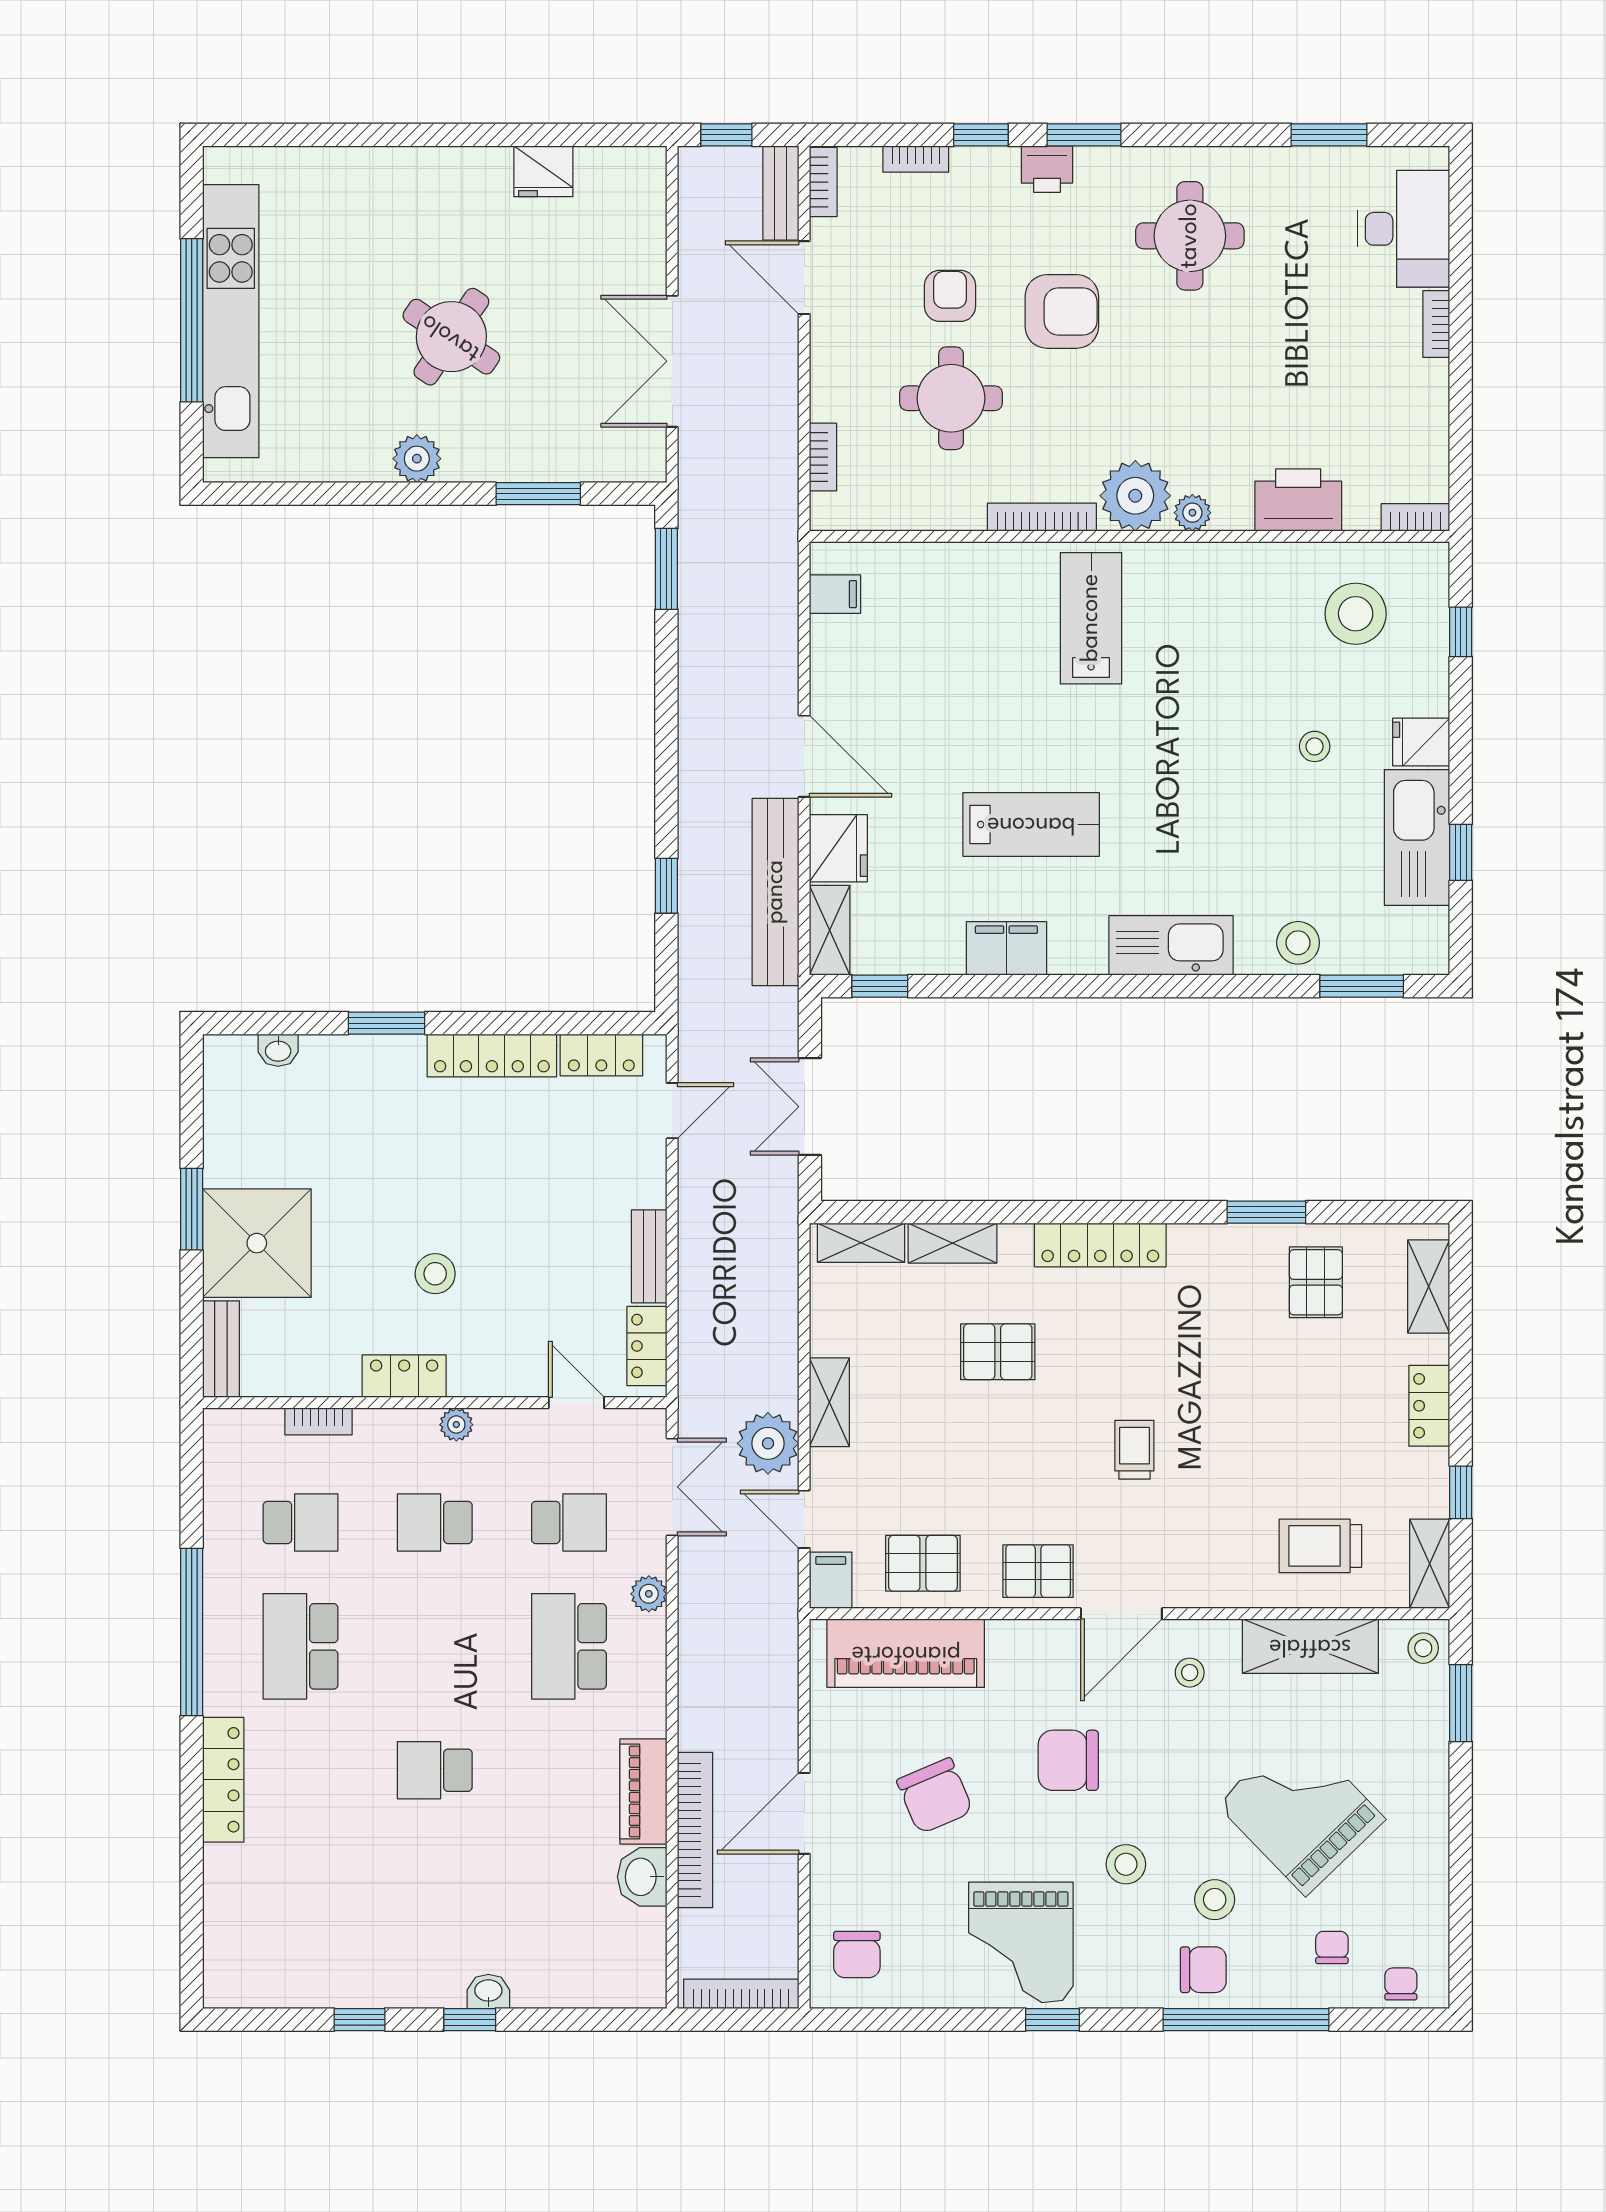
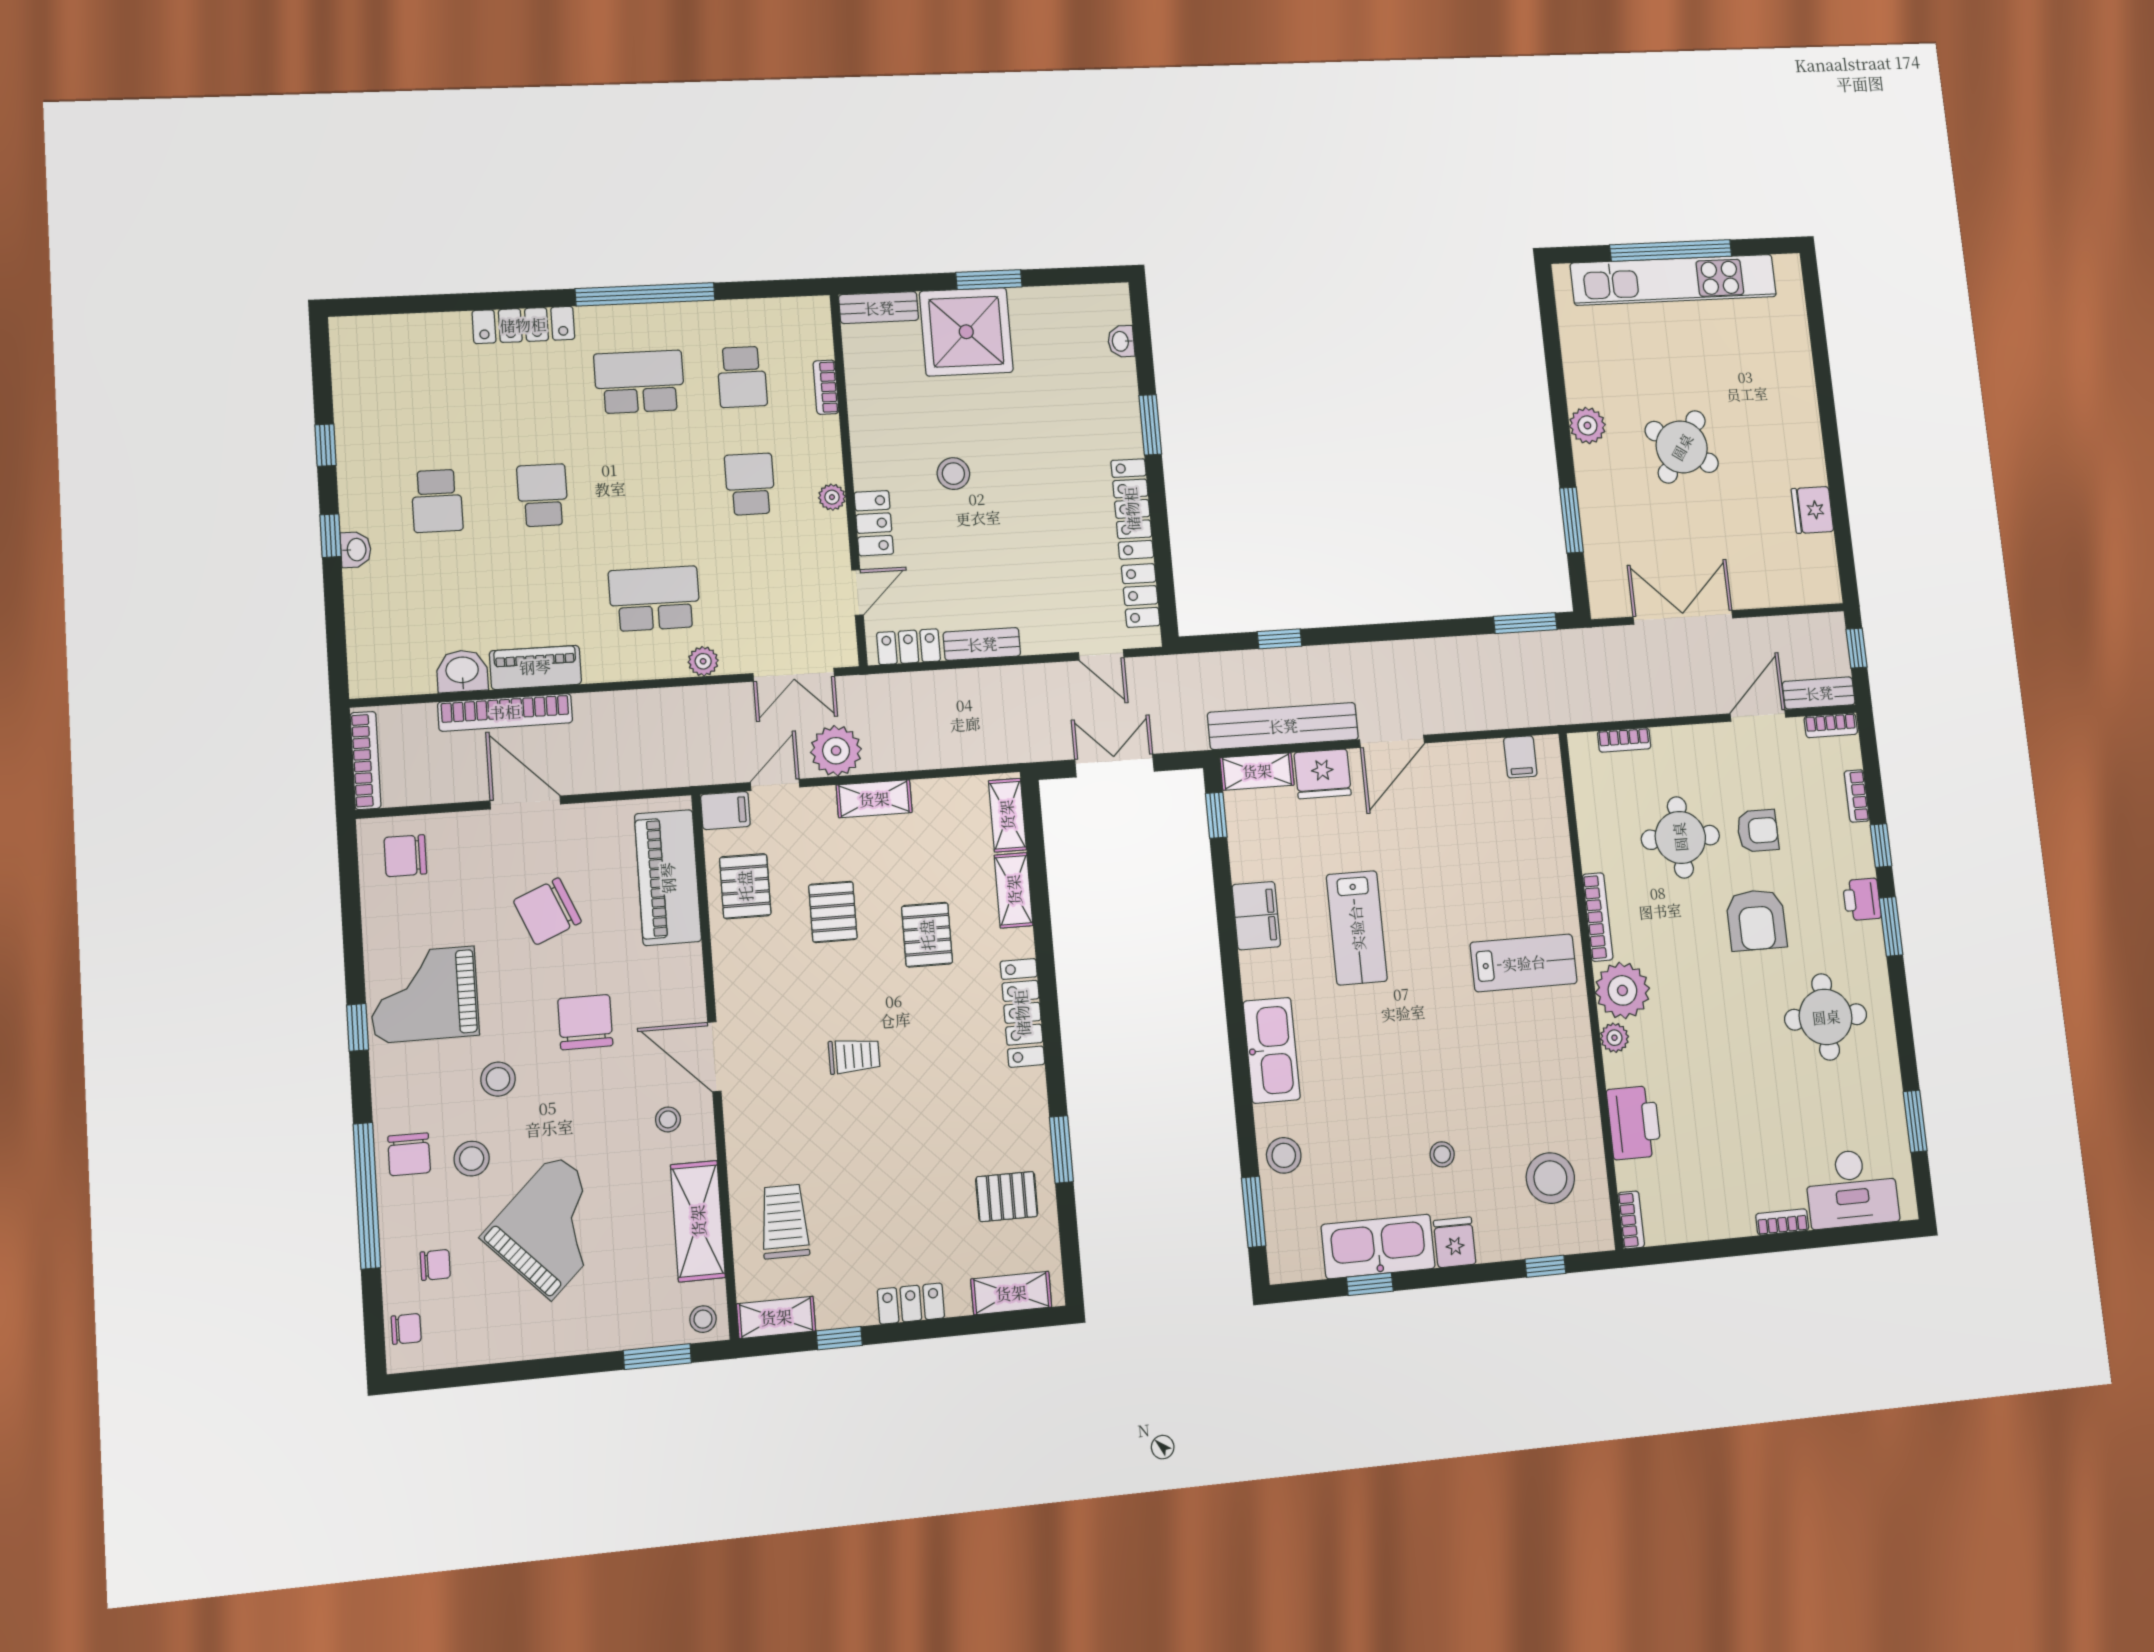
locker: (404, 1376) -> (874, 523), moved
school desk: (569, 1522) -> (437, 501), moved
pallet: (1038, 1571) -> (833, 912), moved

